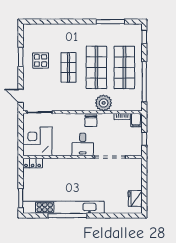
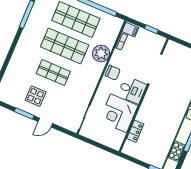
door: (21, 96) -> (45, 123), moved
corner desk: (37, 141) -> (119, 113), moved
locker: (33, 163) -> (135, 131), moved

